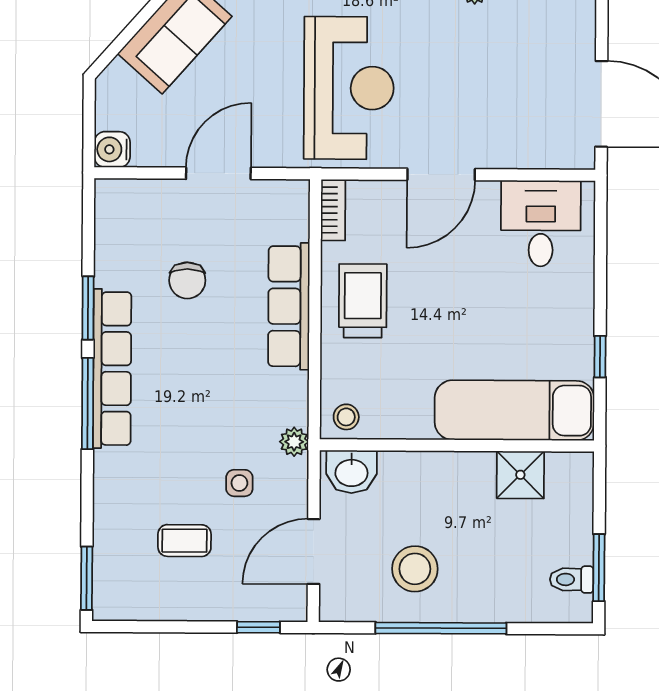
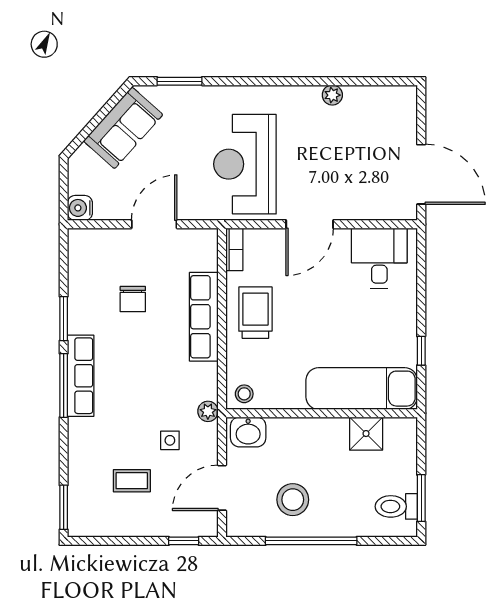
reception desk: (349, 88) -> (245, 164), turned 180
row of seats: (112, 369) -> (81, 376), width x0.73
toilet: (572, 579) -> (396, 506), width x1.37, depth x1.39

